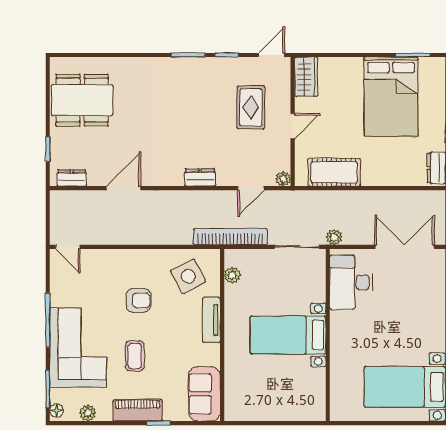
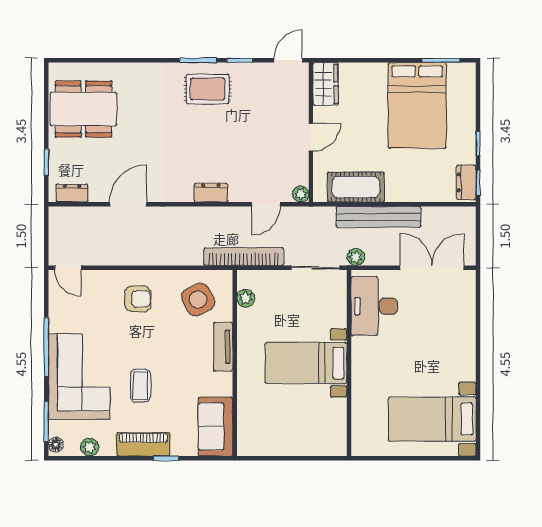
rug: (251, 107) -> (208, 89), moved, turned 90
bench: (355, 200) -> (379, 217), added
armchair: (138, 300) -> (138, 299), moved

